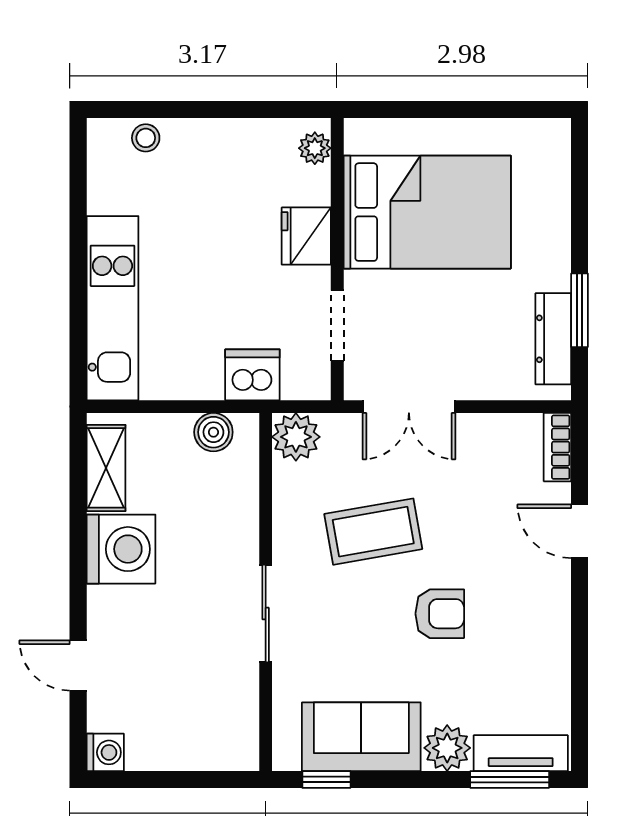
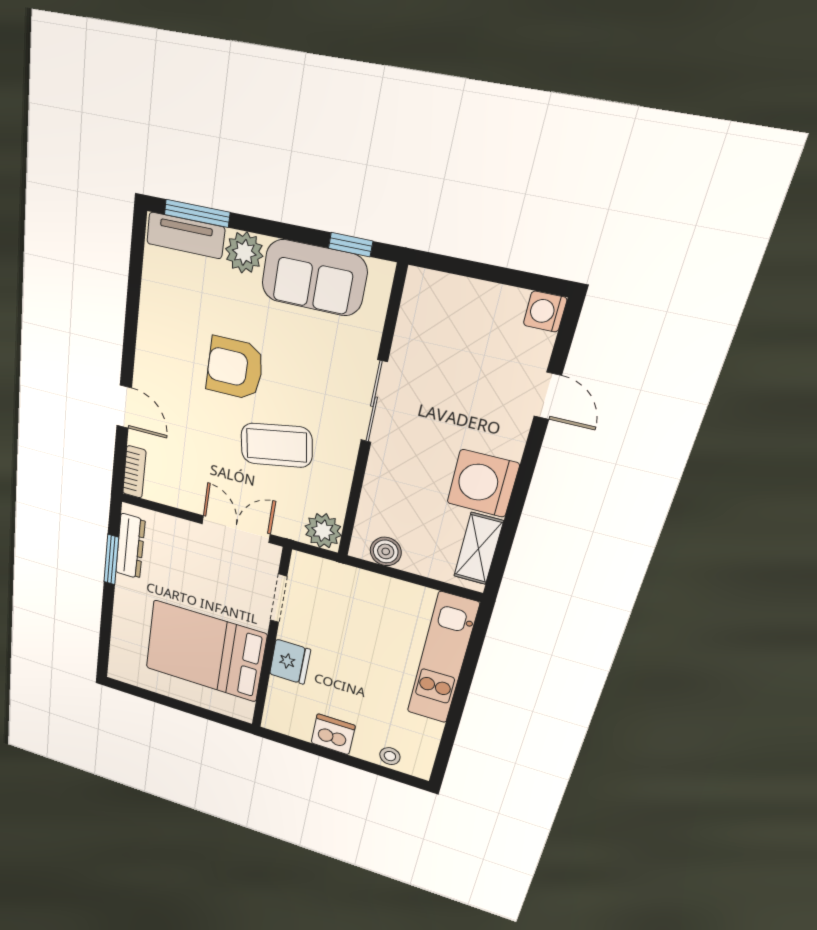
plant: (315, 148) -> (274, 713), removed
dishwasher: (252, 375) -> (333, 734), moved, turned 180
armchair: (440, 614) -> (235, 368), width x1.38, depth x1.38

